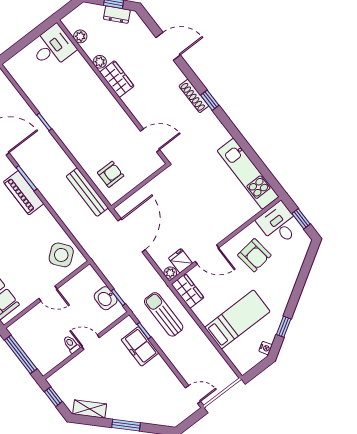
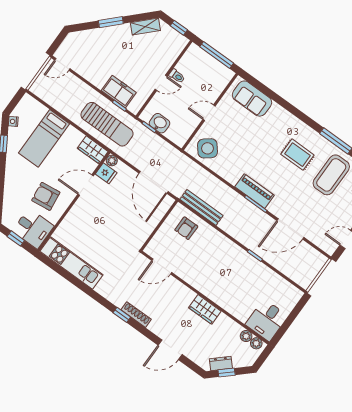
plant: (100, 62) -> (256, 343), moved
sun lounger: (164, 314) -> (107, 124), width x1.36, depth x1.34

